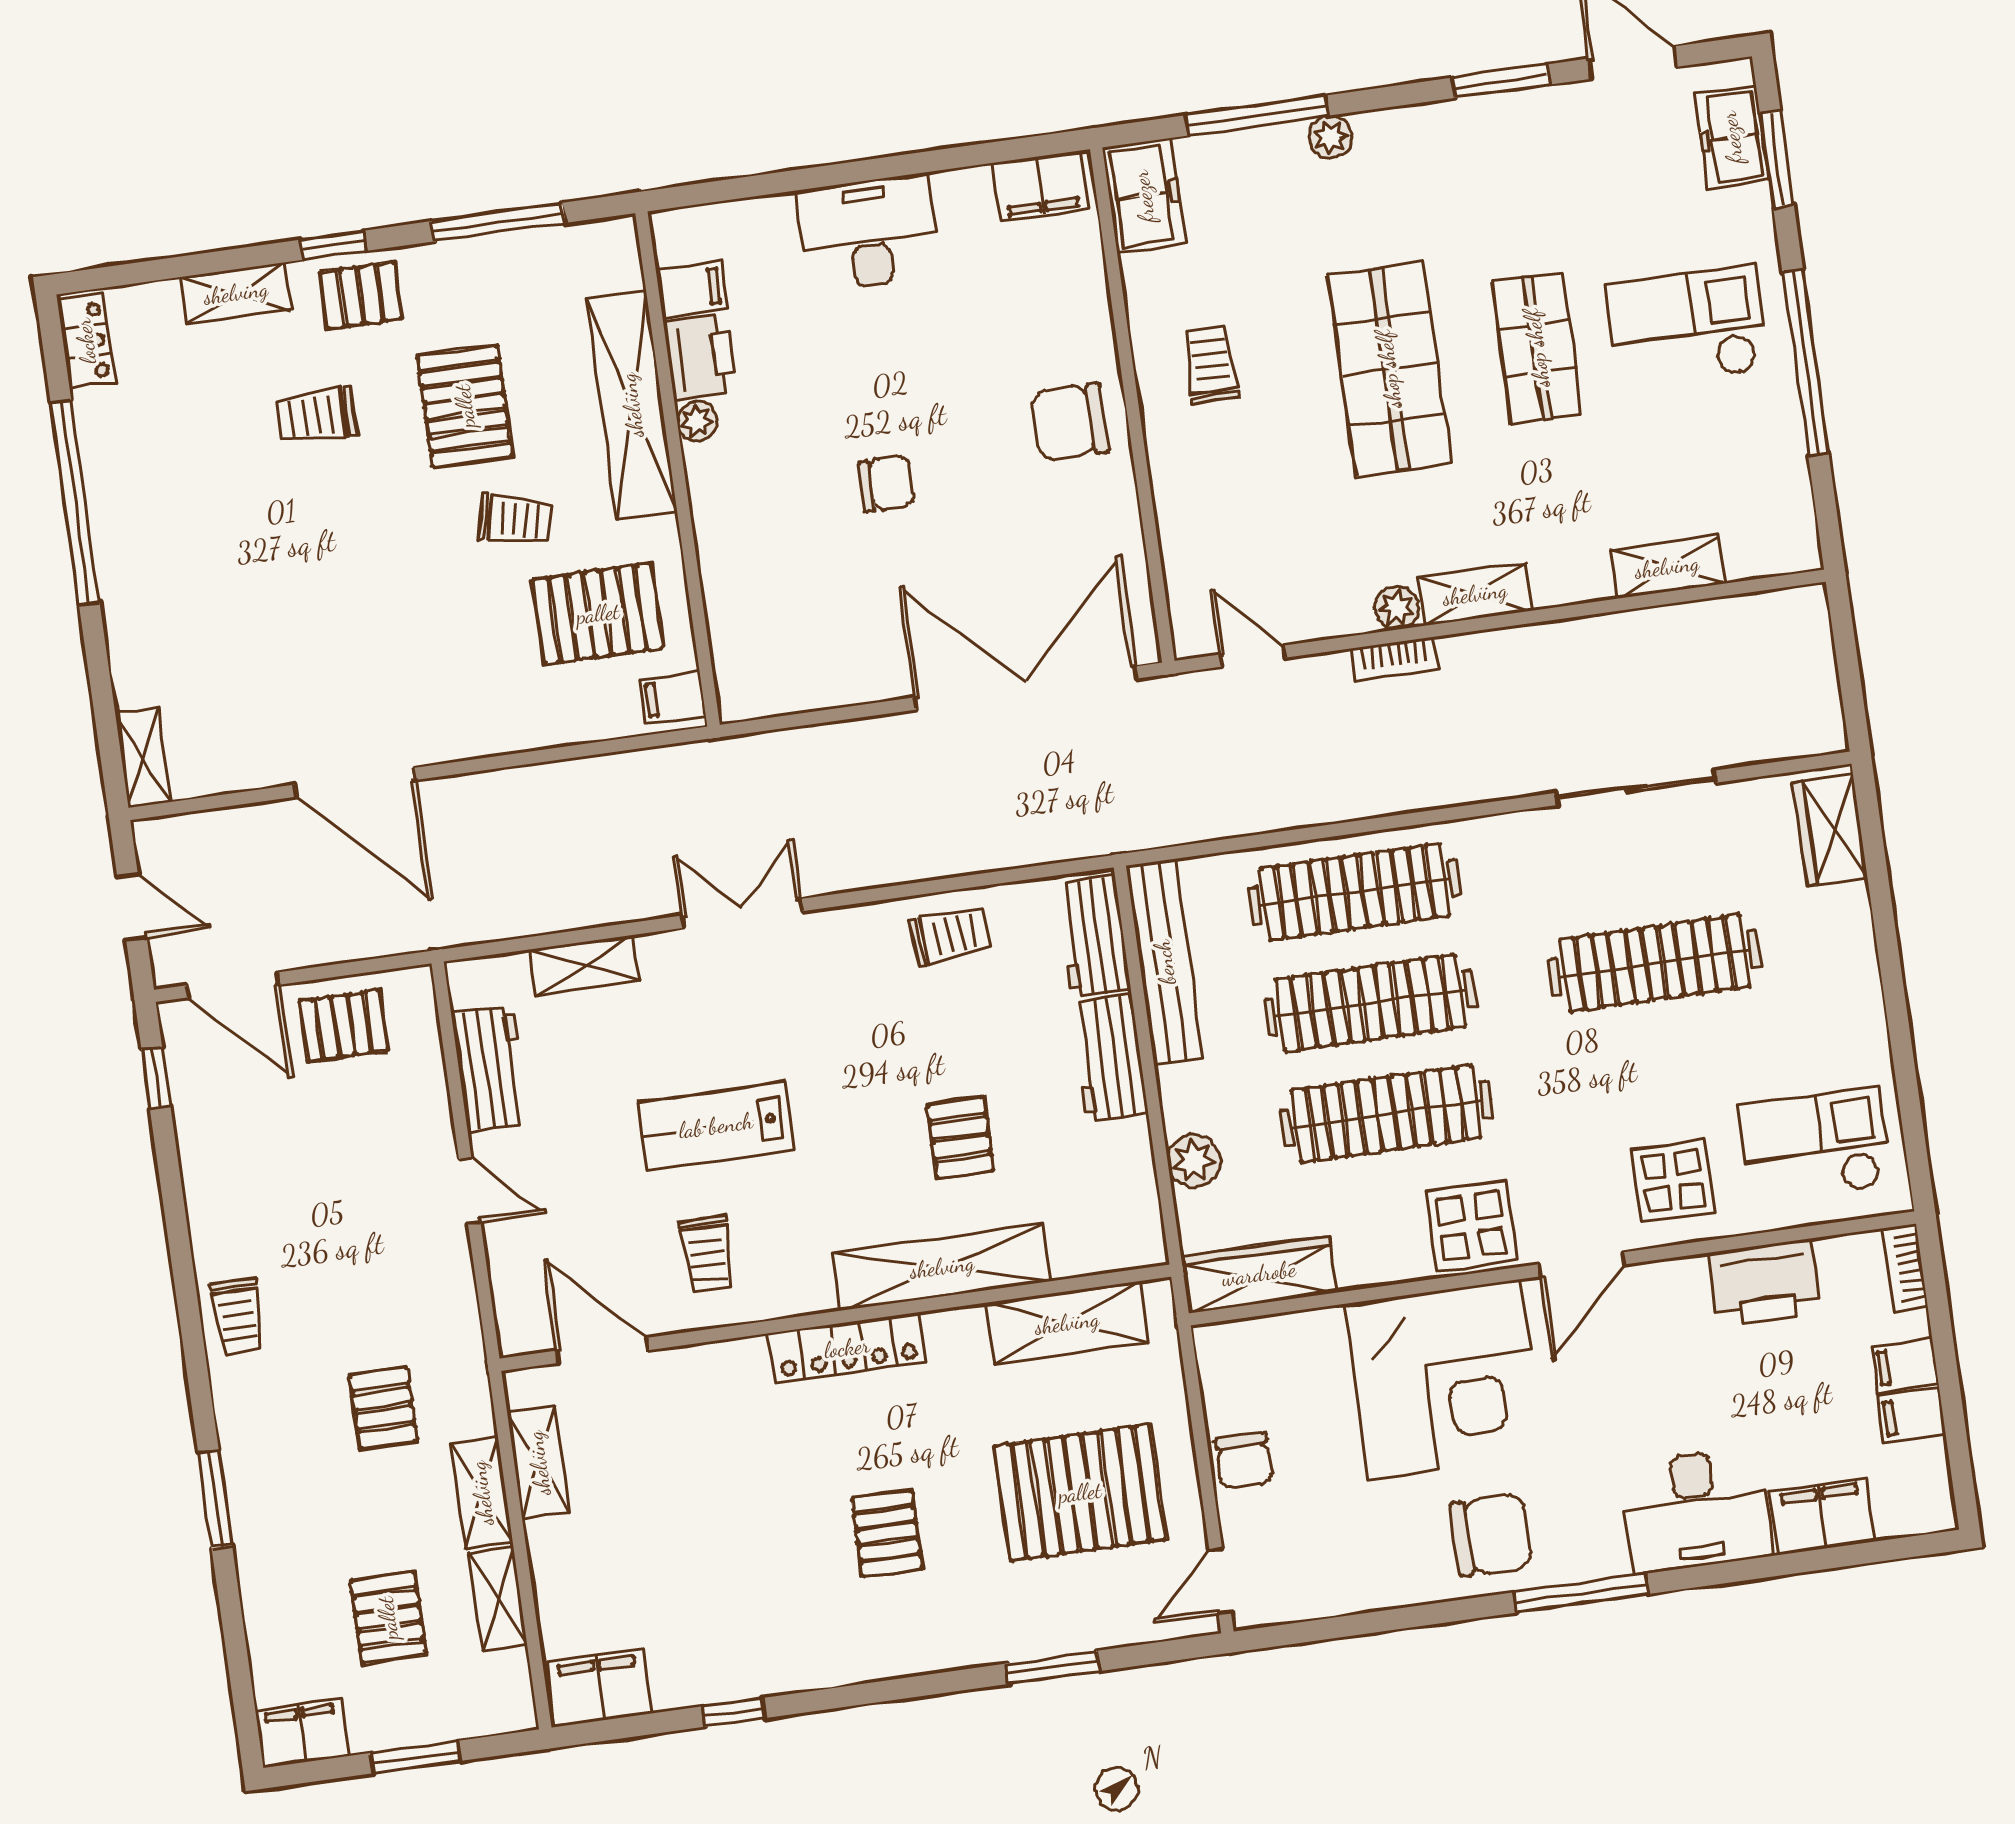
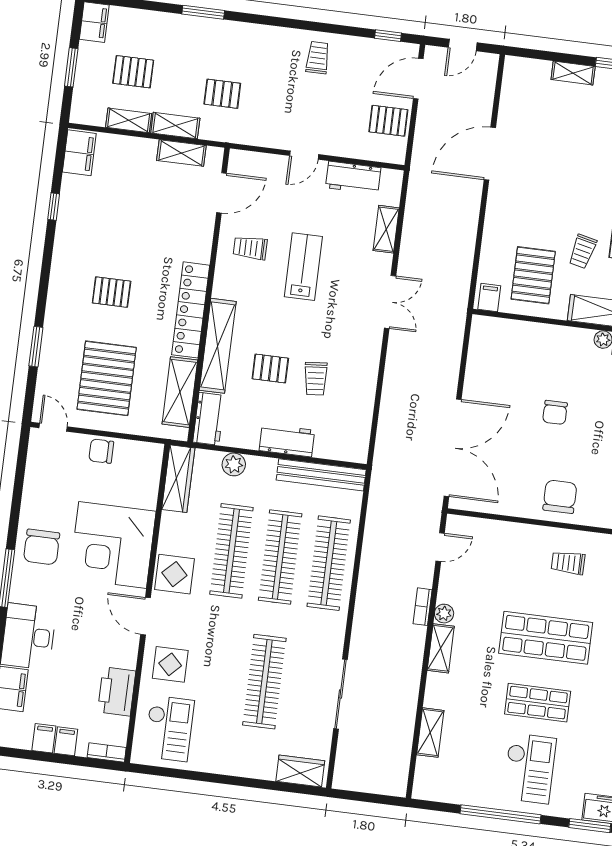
trolley: (1210, 365) -> (568, 563), turned 180
shelving: (143, 757) -> (573, 73), moved
trolley: (950, 935) -> (316, 379), moved
workbench: (1093, 937) -> (209, 419), moved, turned 90
pallet: (343, 1026) -> (388, 121), turned 90
trolley: (238, 1316) -> (318, 58), moved, turned 90
locker: (847, 1348) -> (191, 310), width x1.41, depth x1.21

